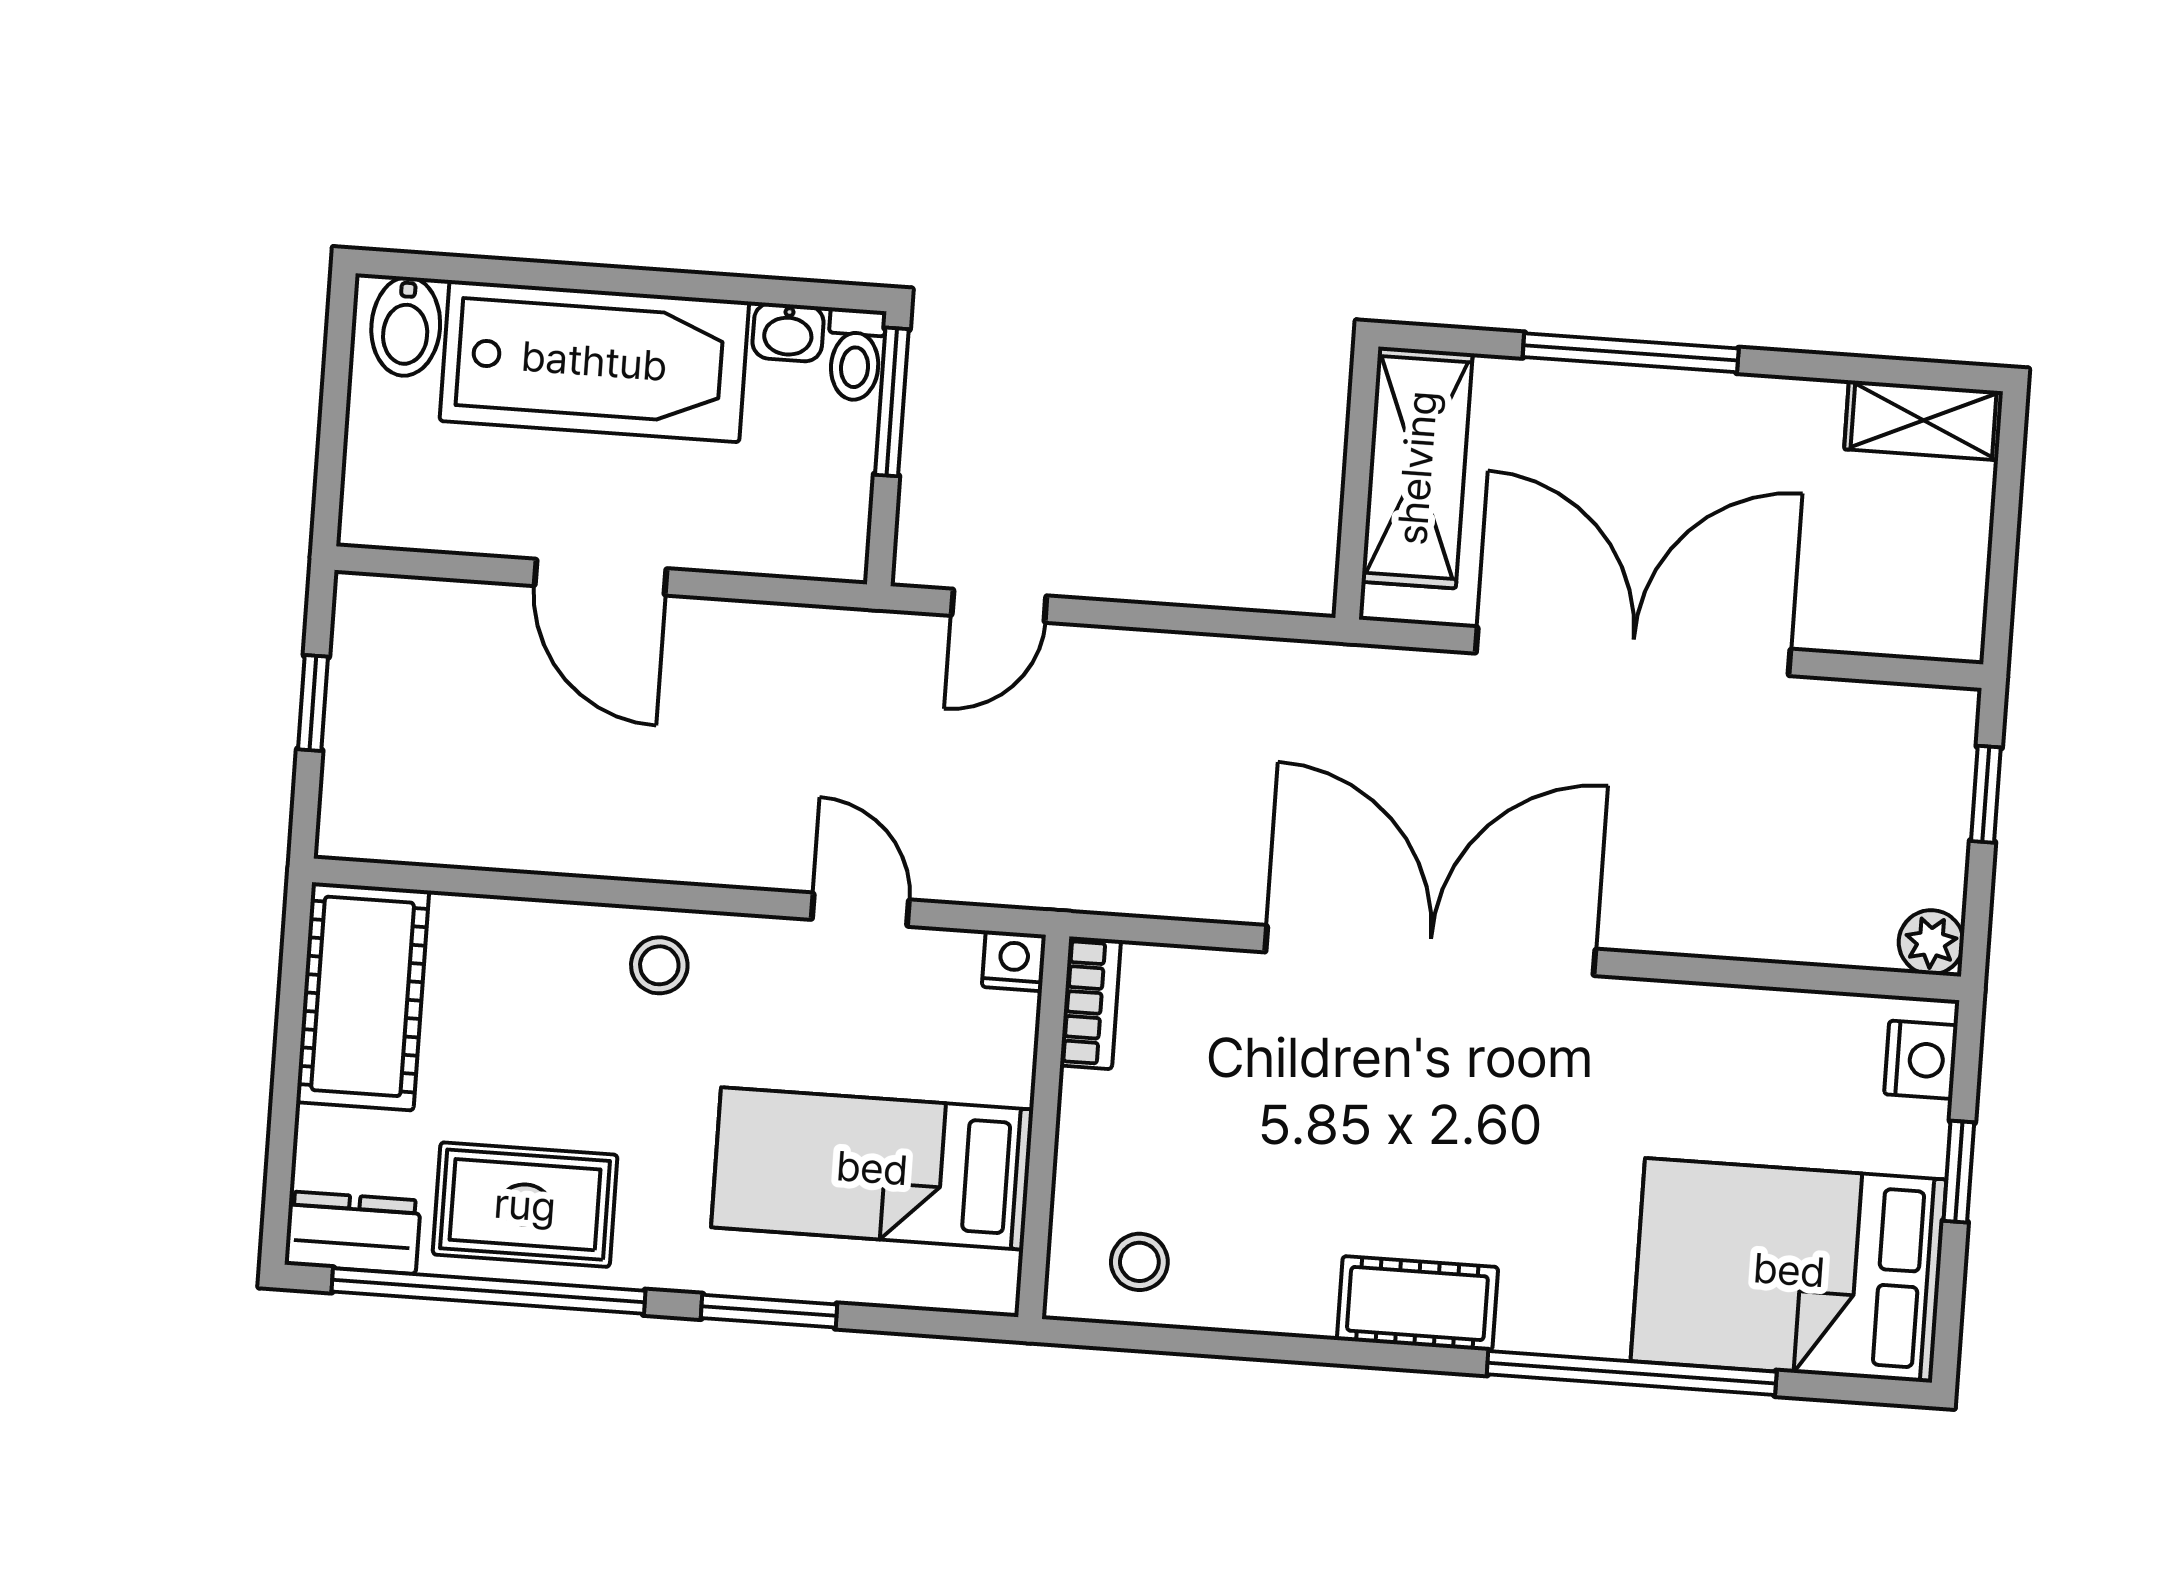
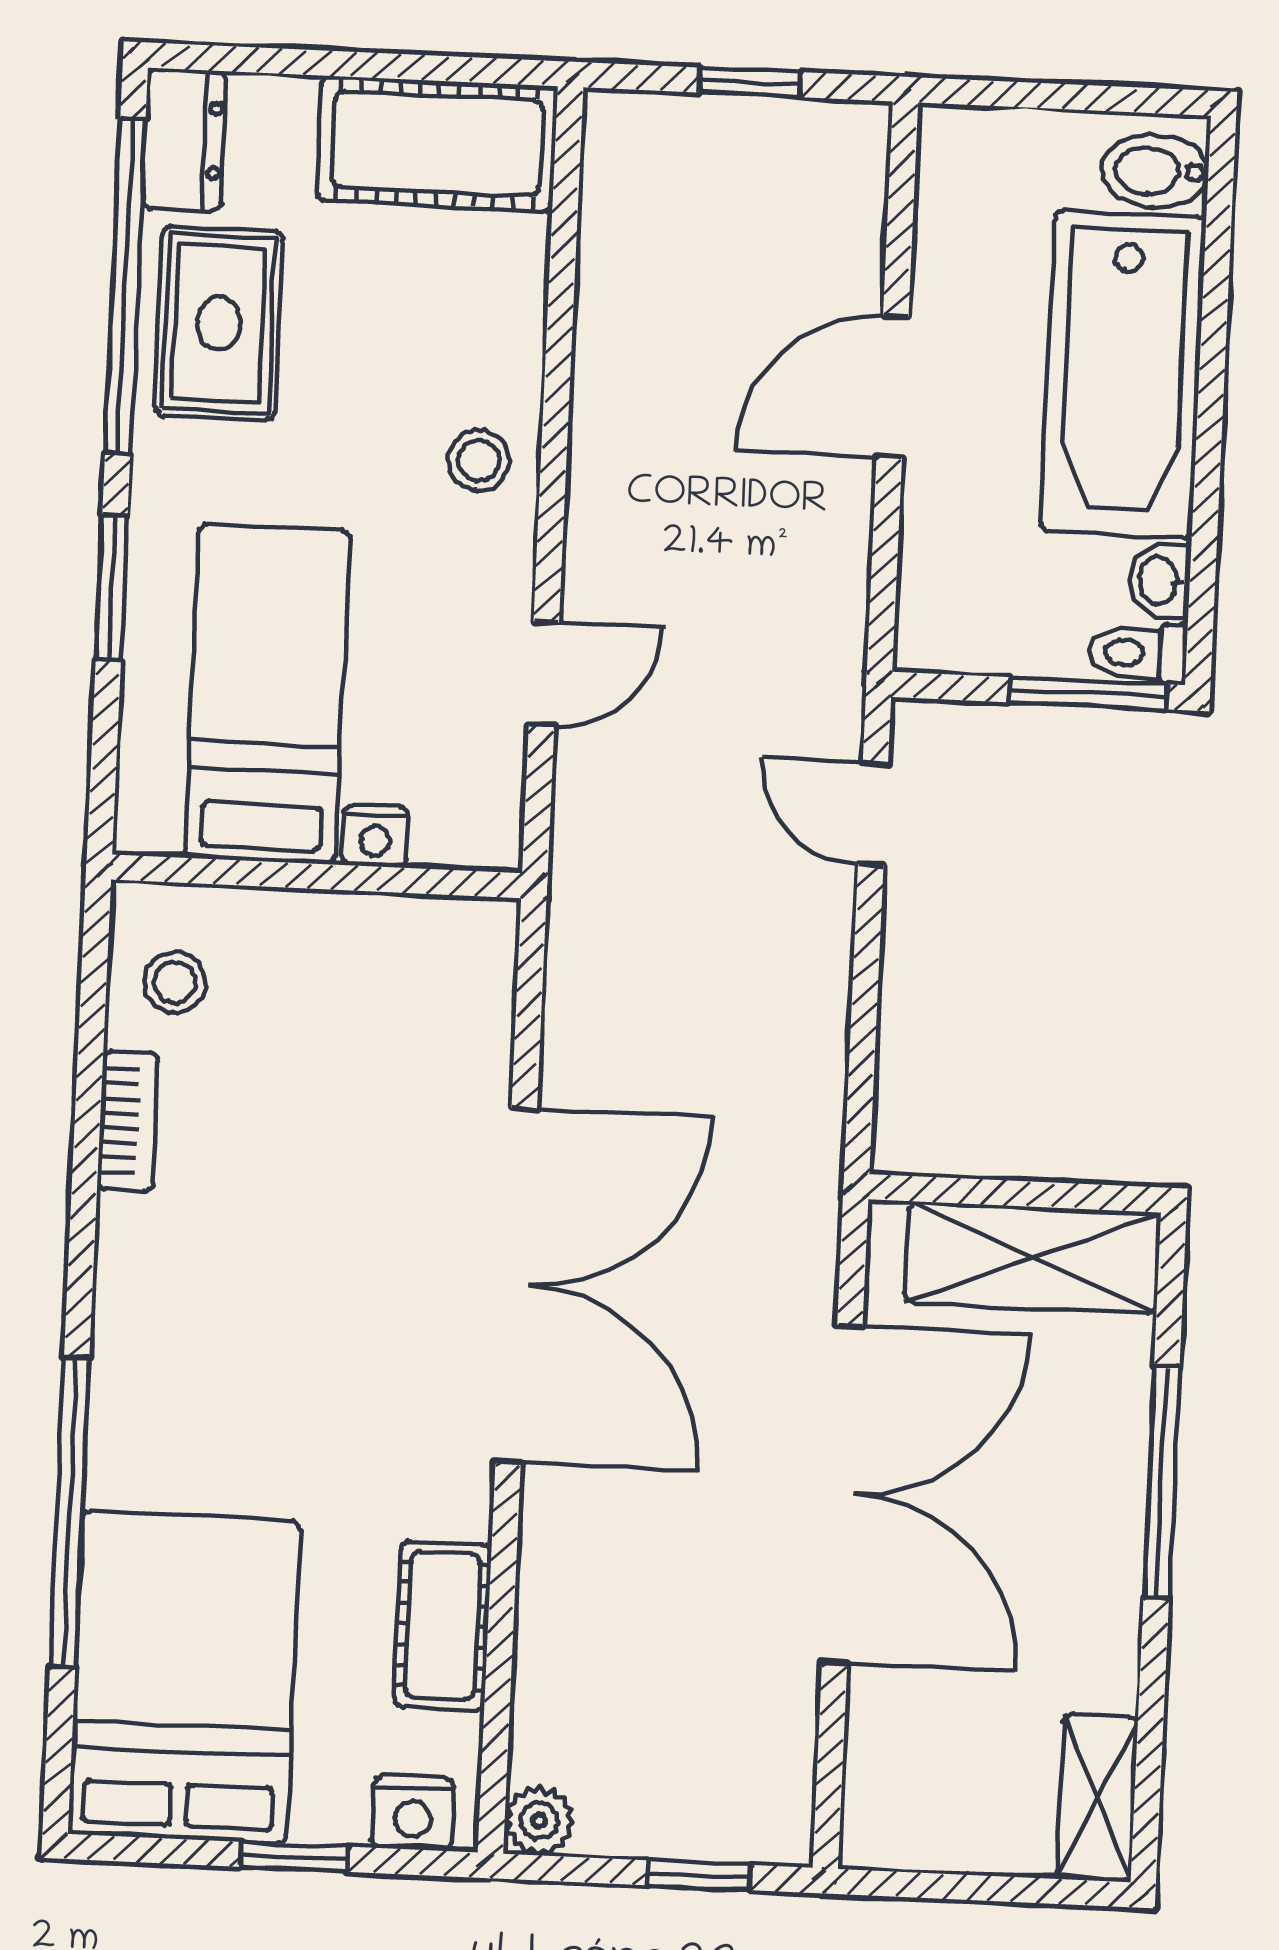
nightstand: (1014, 961) -> (375, 836), moved, turned 90
bookcase: (1091, 1003) -> (128, 1121), moved, turned -90
cot: (1417, 1303) -> (443, 1626), moved

